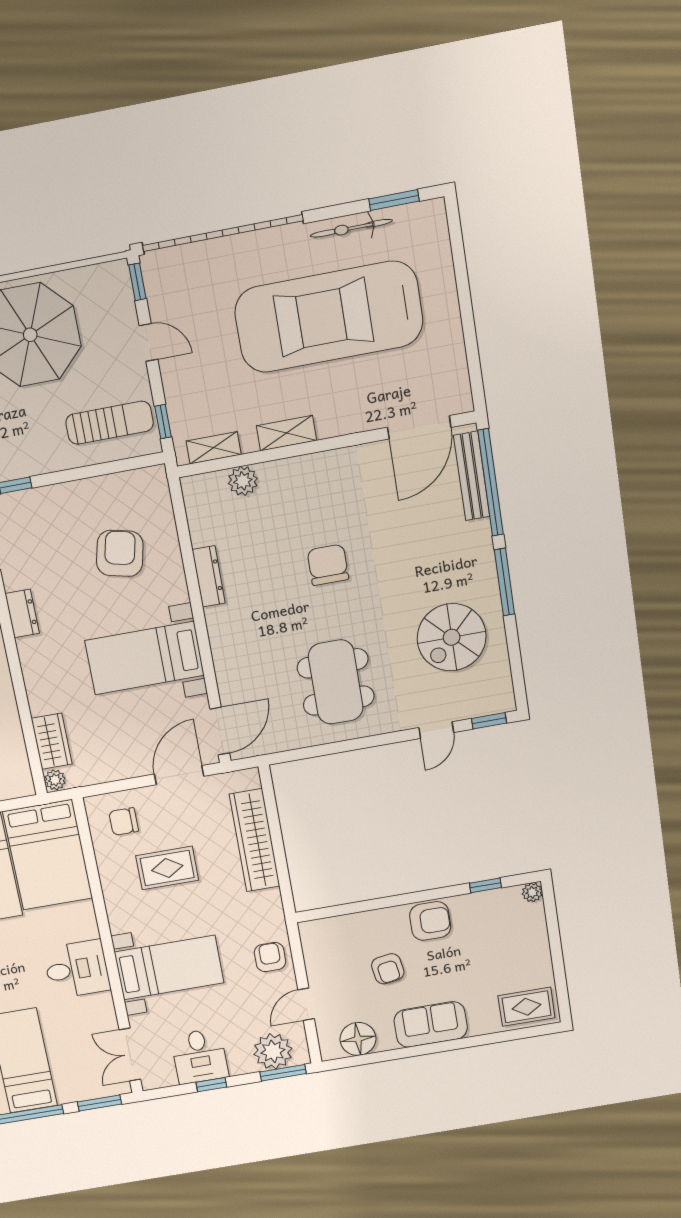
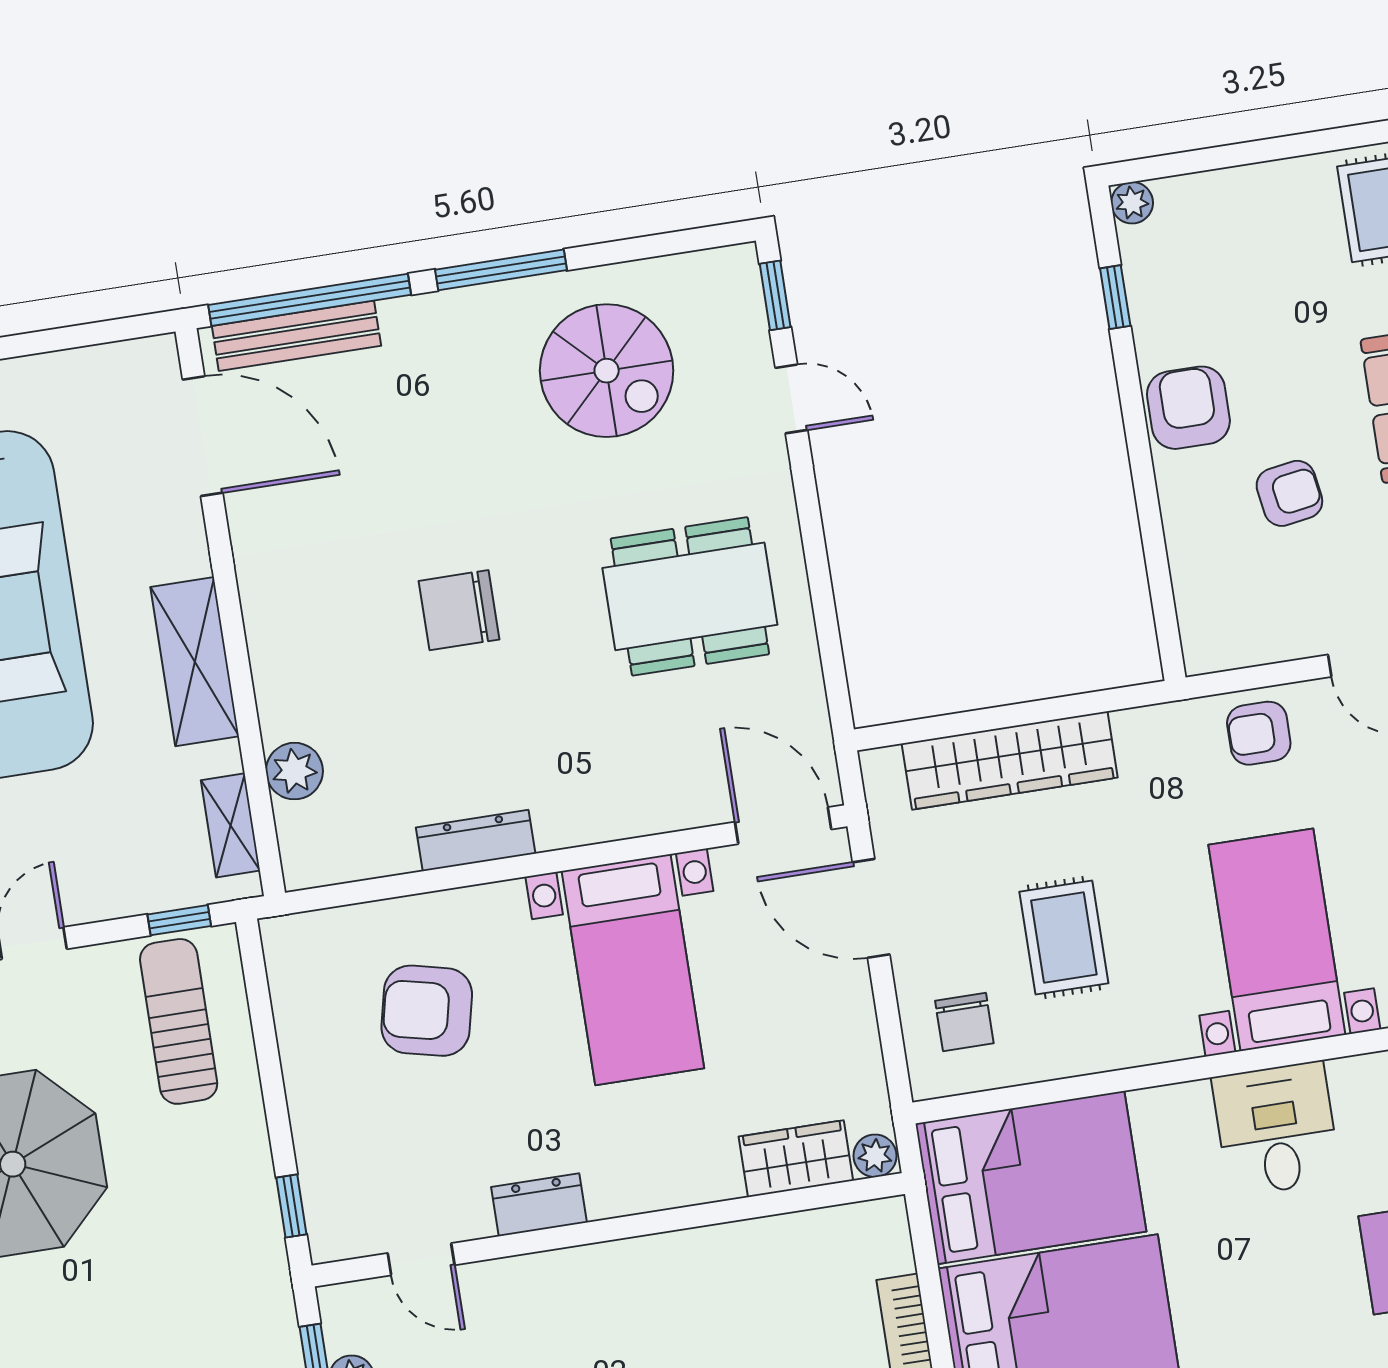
shelving: (286, 433) -> (195, 662), width x1.50, depth x1.33

